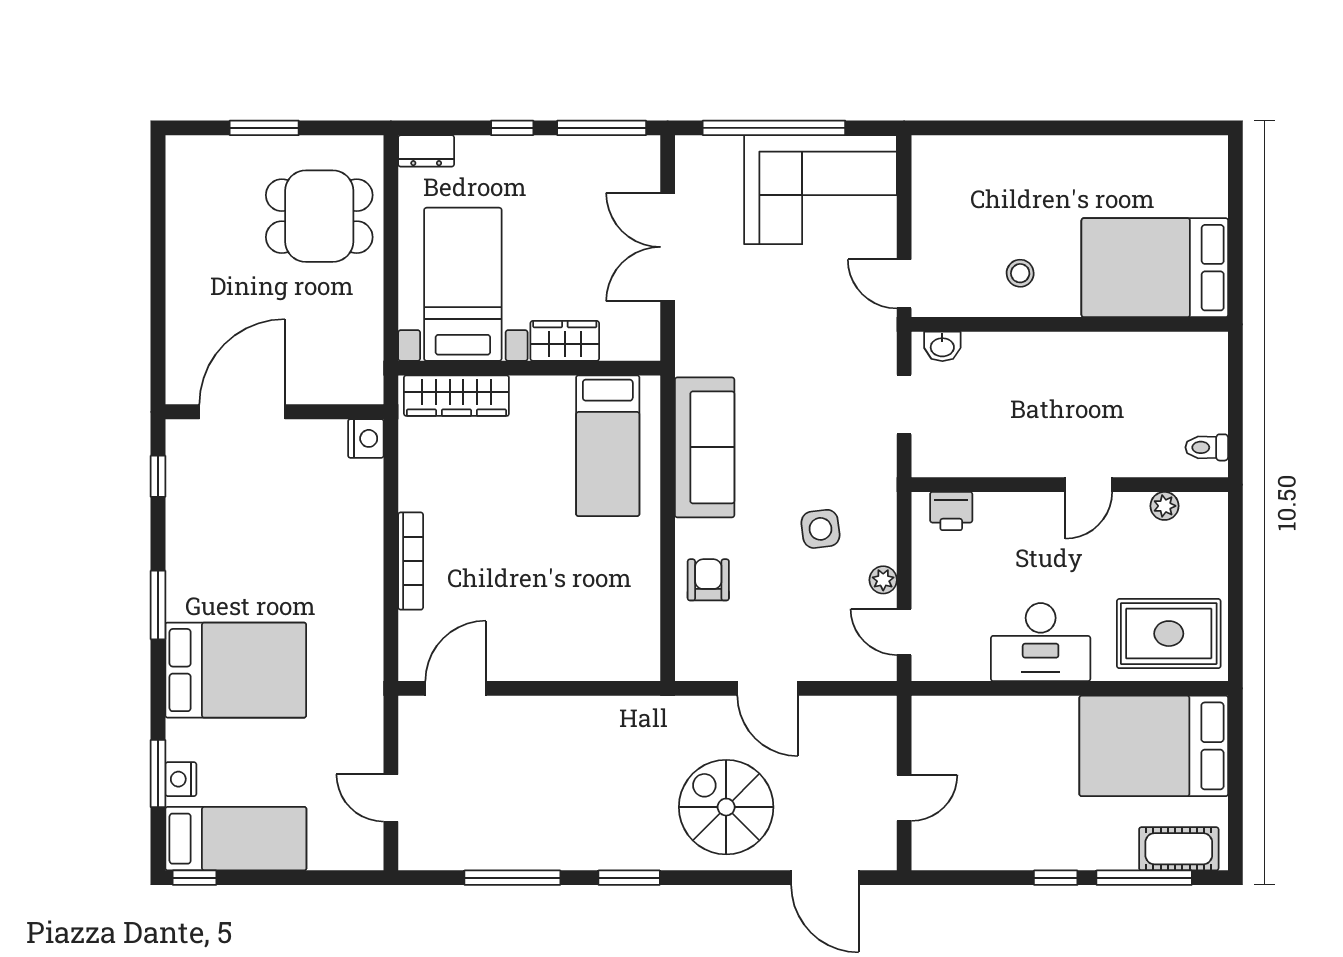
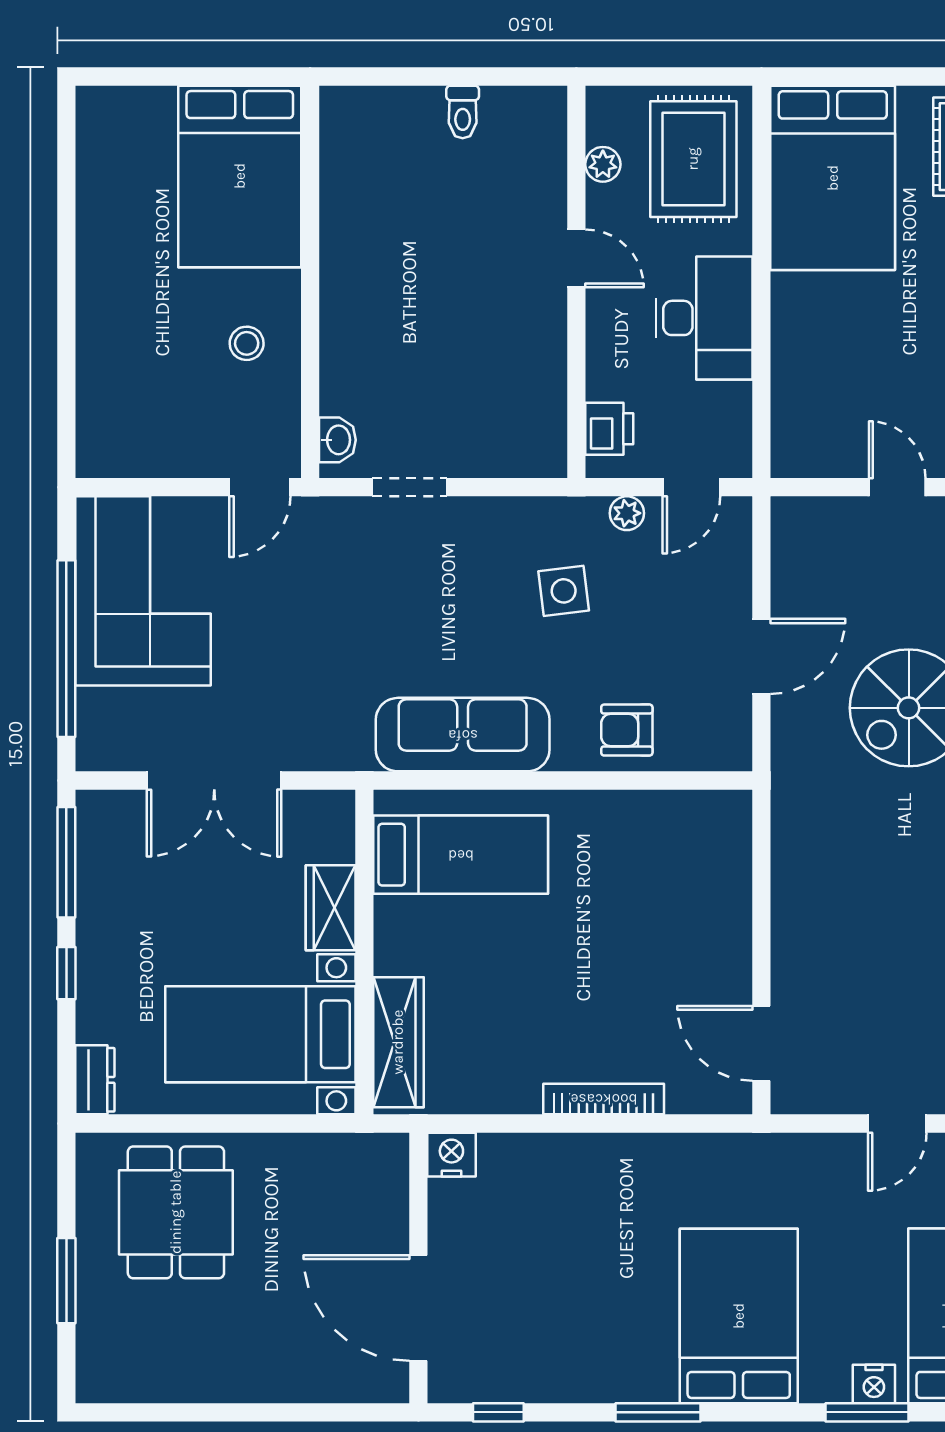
wall: (1070, 485) -> (576, 282), moved
door: (1089, 485) -> (576, 258), moved
plant: (1165, 506) -> (603, 164), moved
printer: (951, 511) -> (609, 429), moved

